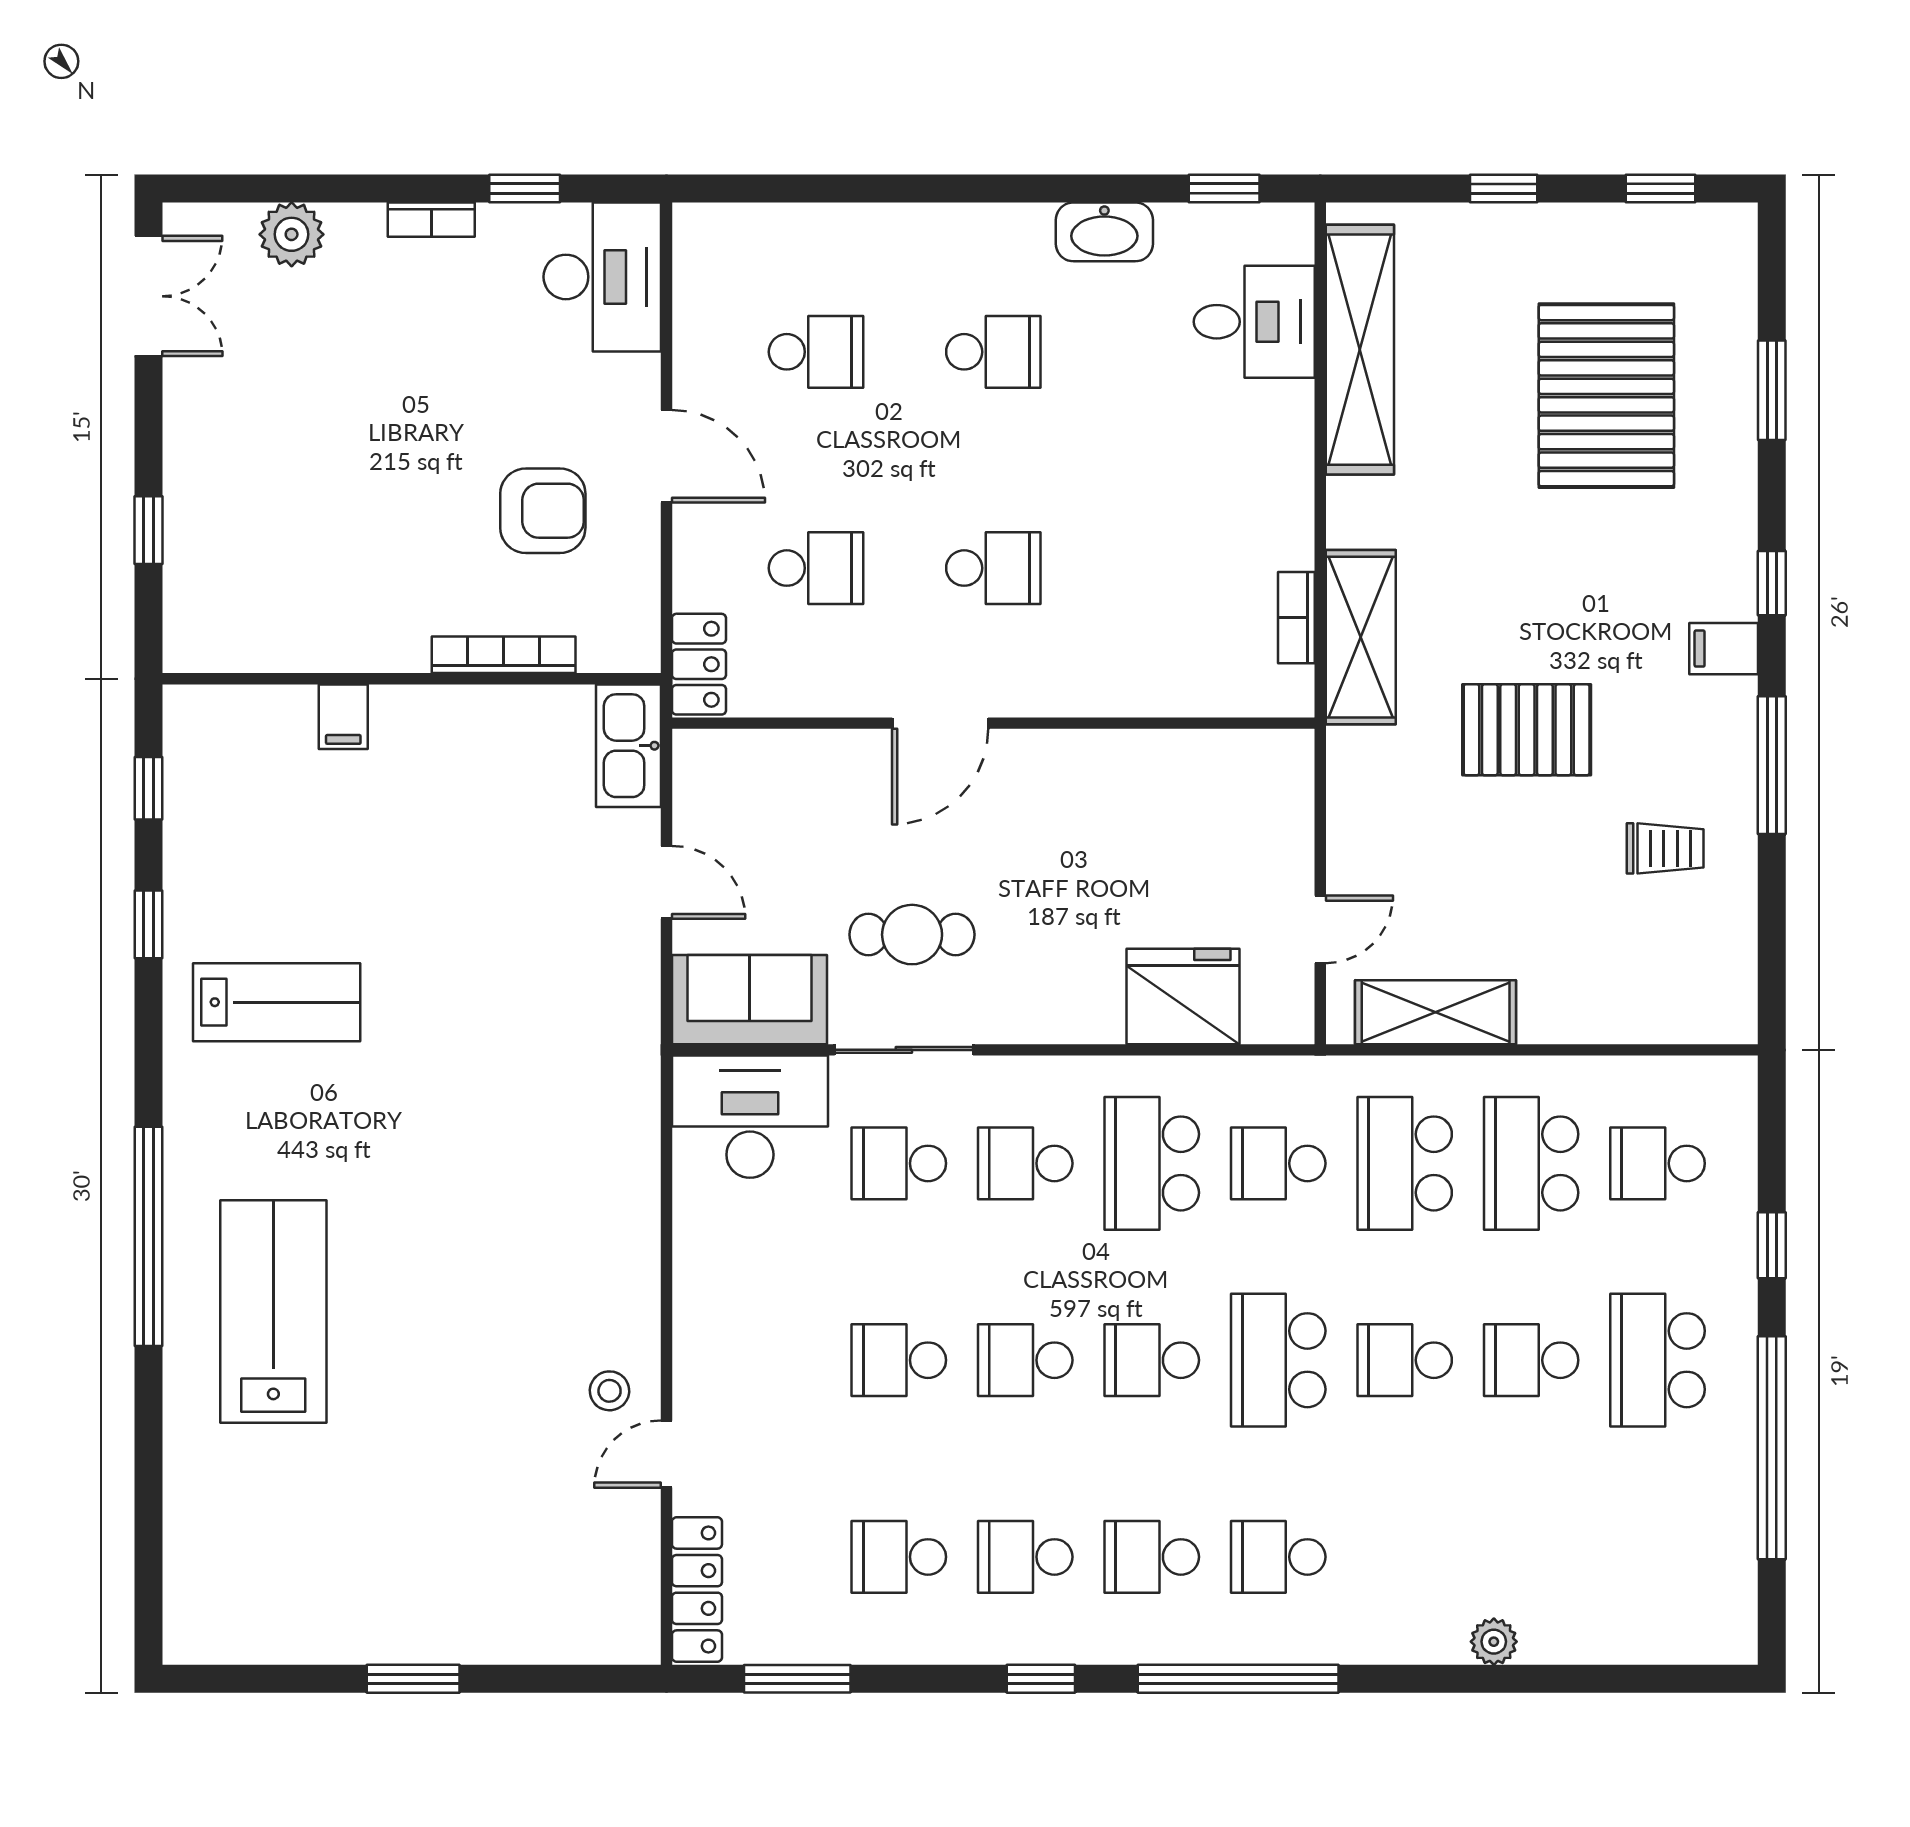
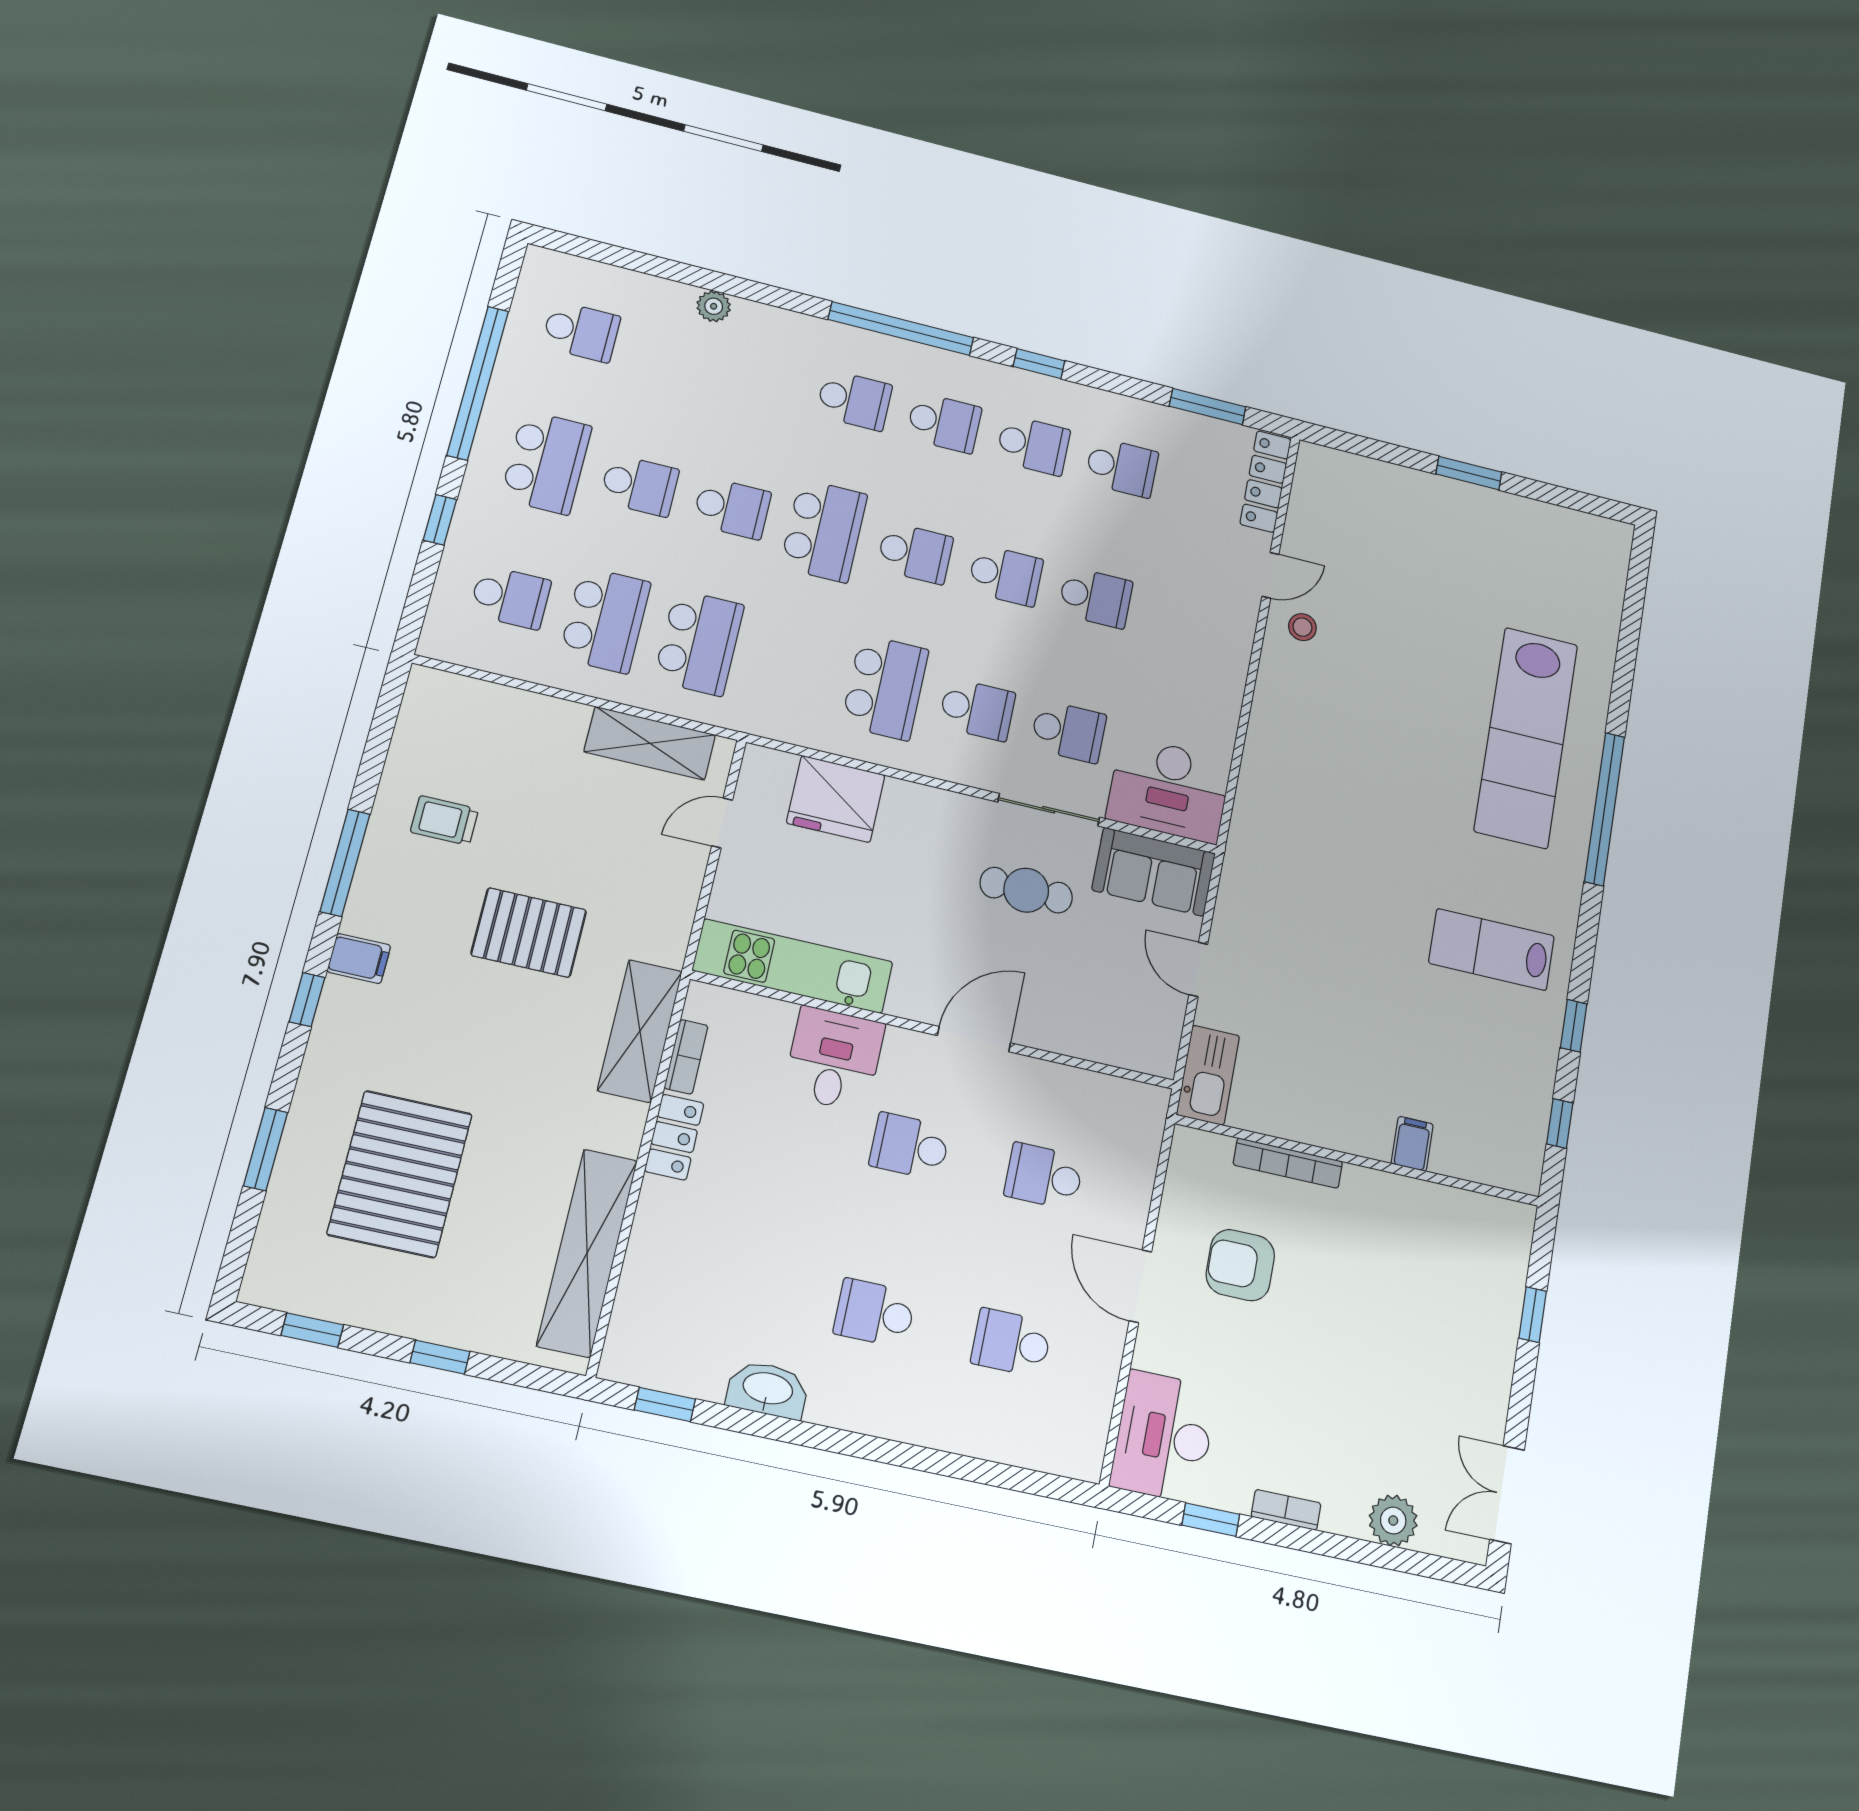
desk: (1254, 322) -> (834, 1059), moved, turned 90
locker: (699, 664) -> (674, 1137), moved, turned 180
kitchen unit: (1189, 764) -> (793, 966), added
school desk: (1278, 1163) -> (581, 332), moved
lab bench: (273, 1311) -> (1526, 737), width x1.36

